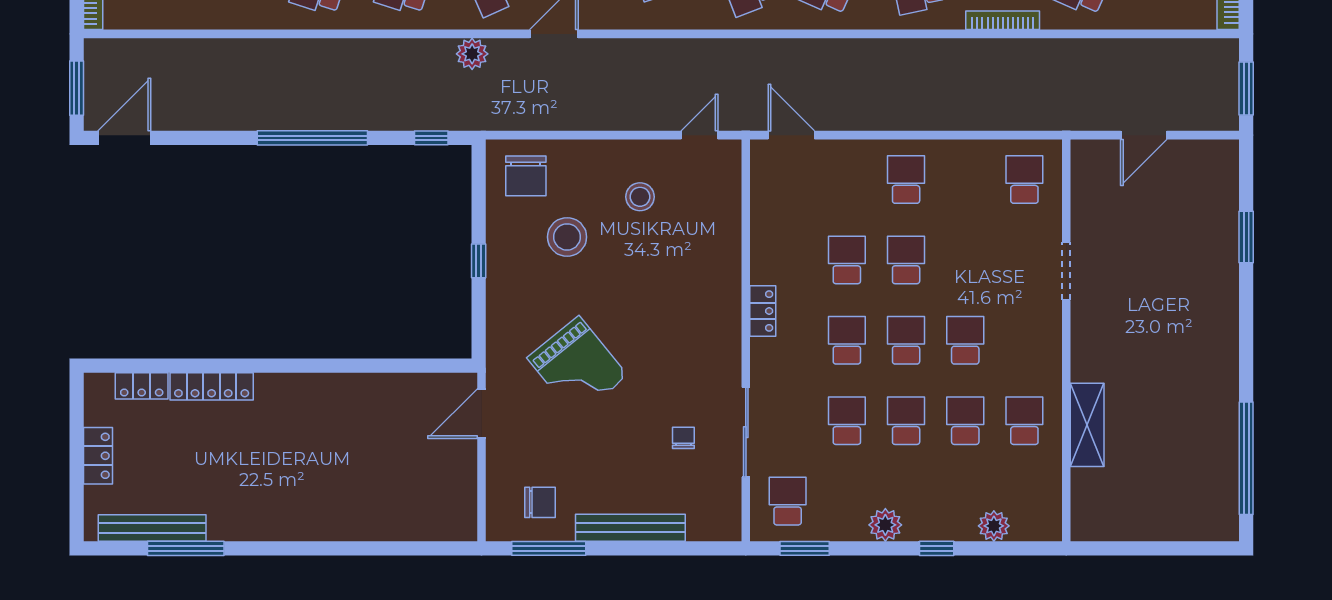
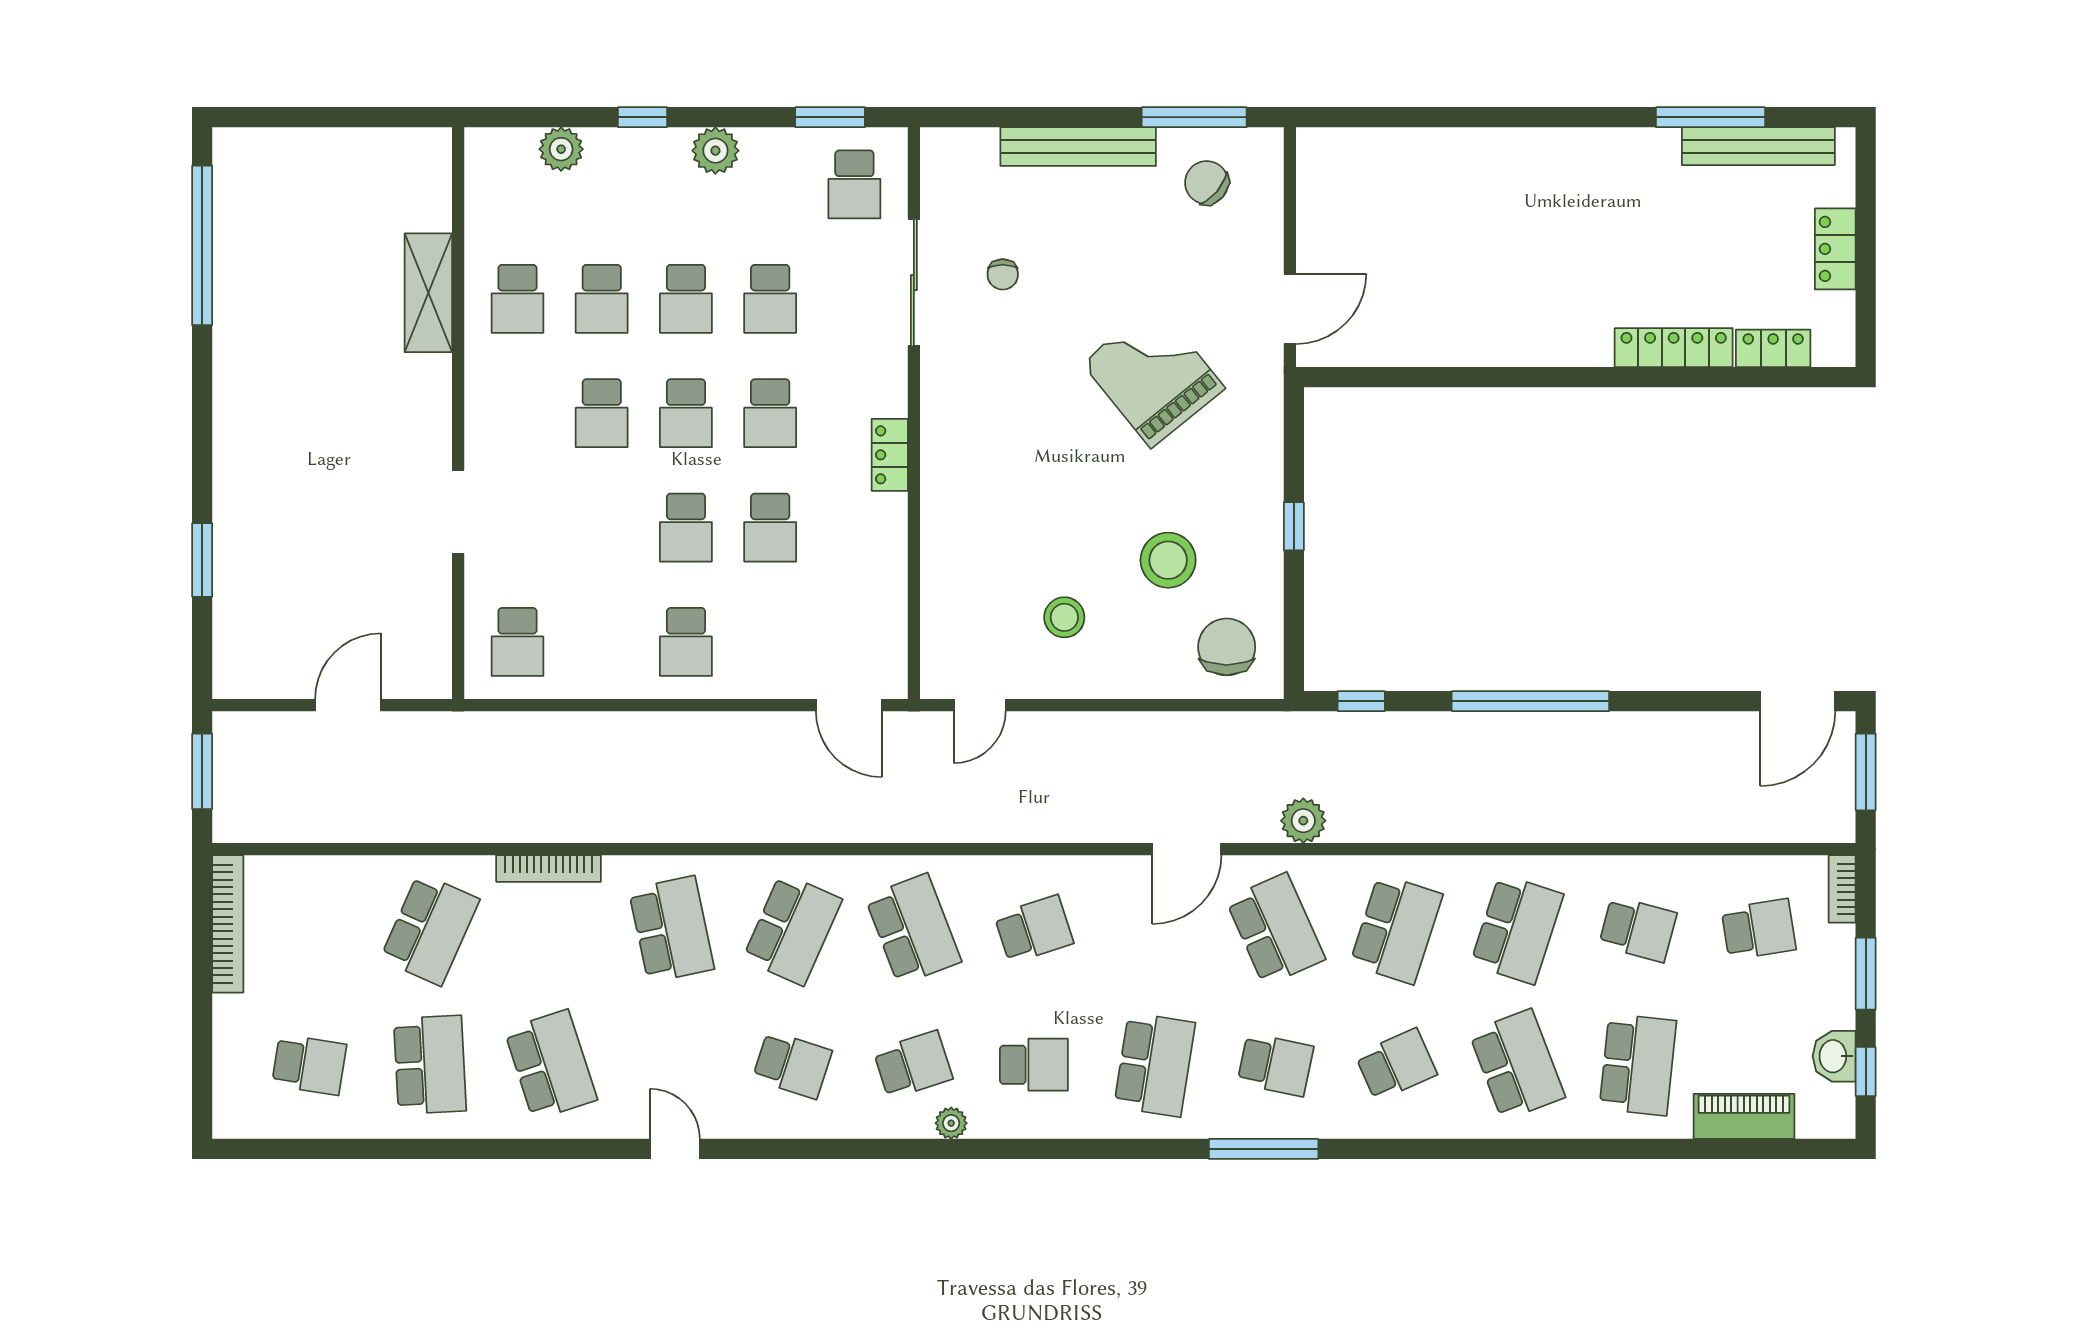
chair: (540, 502) -> (1207, 183), turned 40

